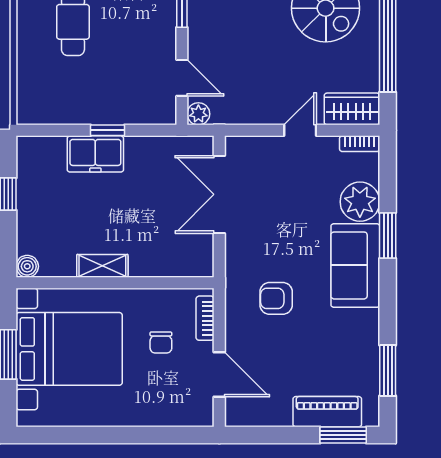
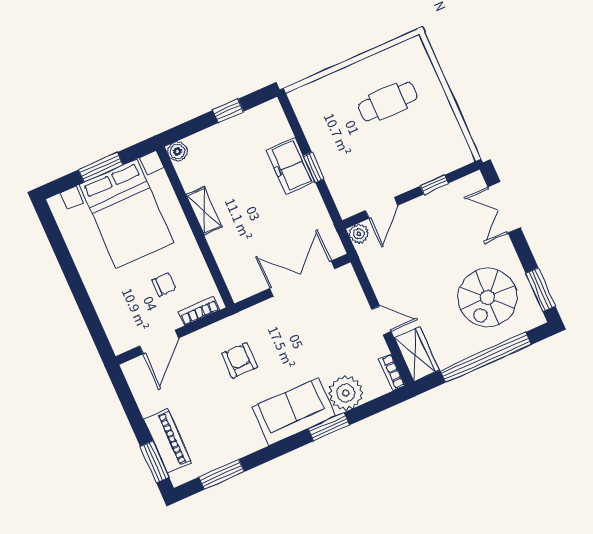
chair: (161, 342) -> (164, 284), turned 180

